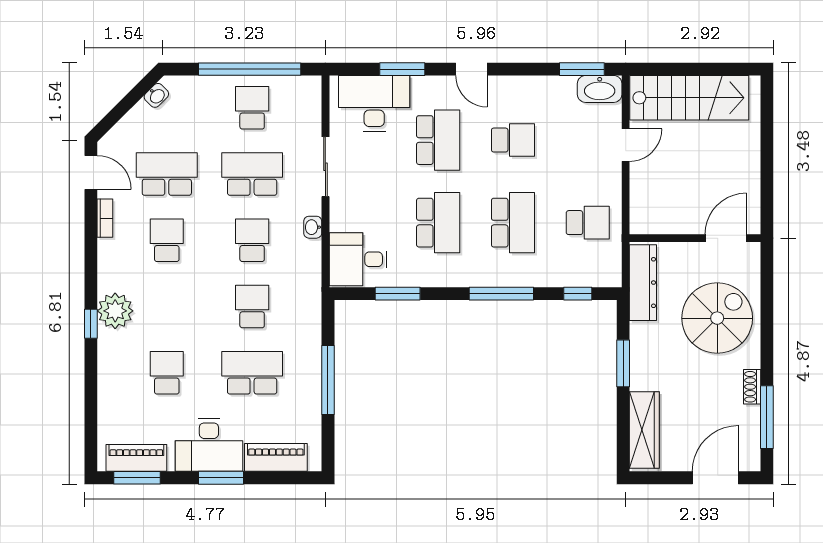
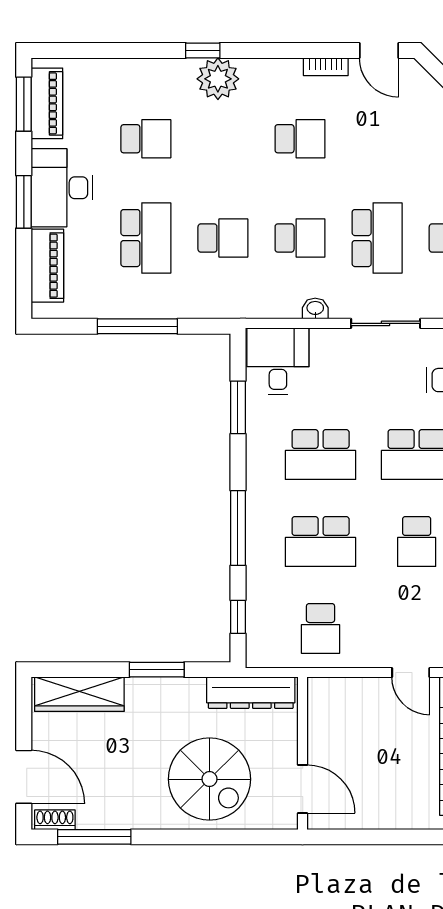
door: (91, 172) -> (379, 50), hinge flipped
school desk: (167, 174) -> (377, 139), removed
shoe rack: (752, 387) -> (55, 820), moved

